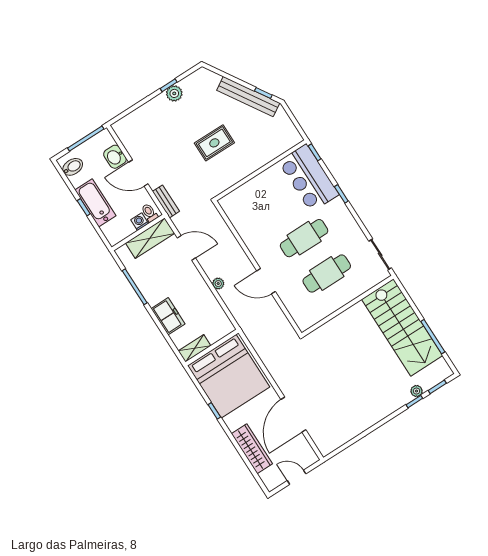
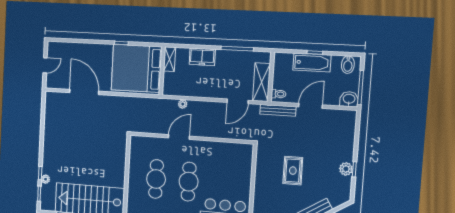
washbasin: (115, 157) -> (349, 99), moved
bench: (166, 201) -> (278, 110), width x1.36
washing machine: (140, 222) -> (278, 83), removed
plant: (218, 284) -> (183, 104), moved
wardrobe: (252, 449) -> (81, 50), removed

